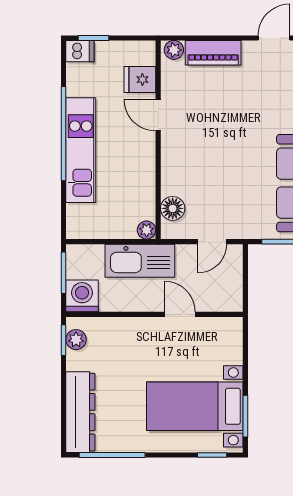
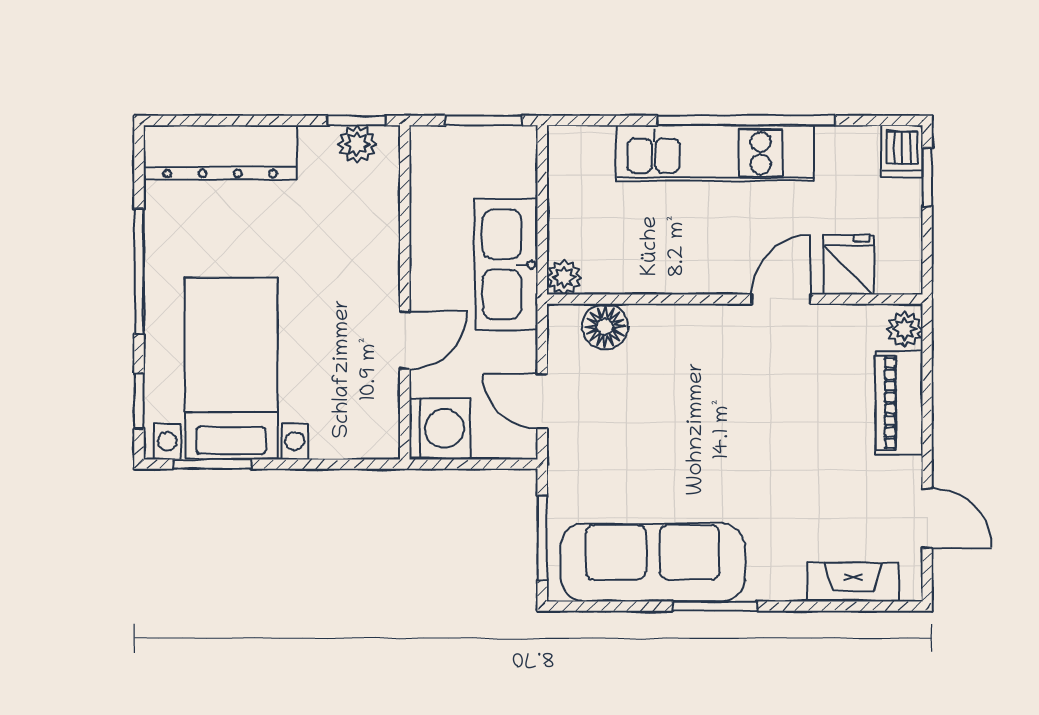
washing machine: (82, 296) -> (440, 428), moved
window: (112, 455) -> (139, 271), moved

